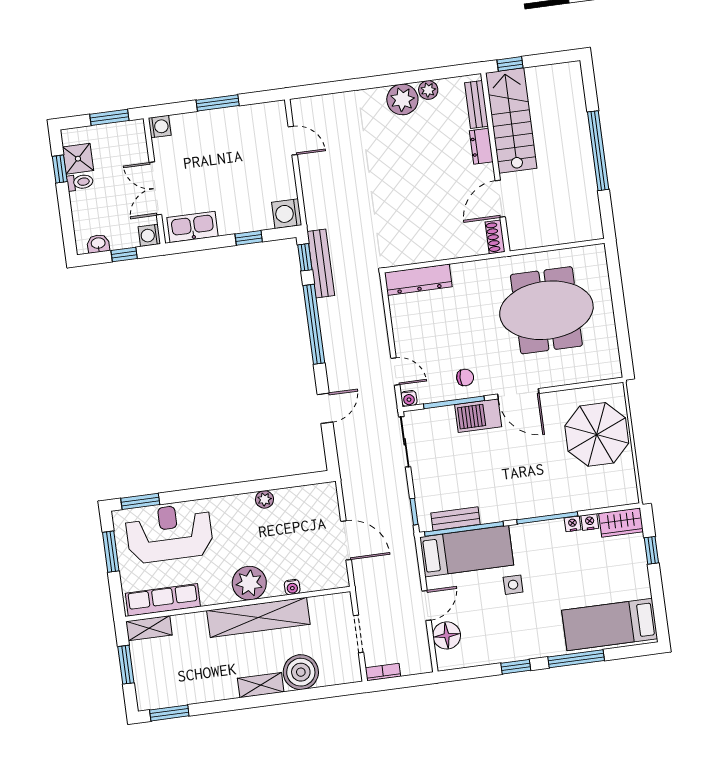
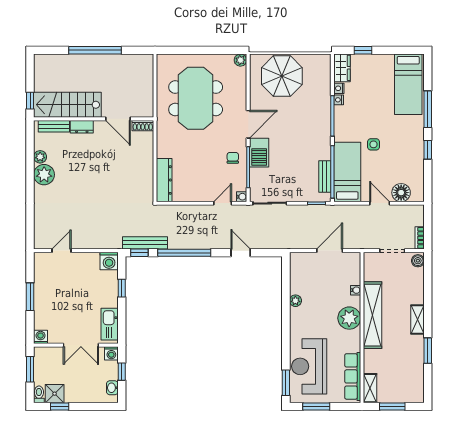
toilet: (80, 182) -> (39, 394), moved
plant: (612, 370) -> (240, 60), added
boiler: (301, 672) -> (418, 261), moved, width x0.54, depth x0.54
window: (169, 713) -> (428, 351), moved

